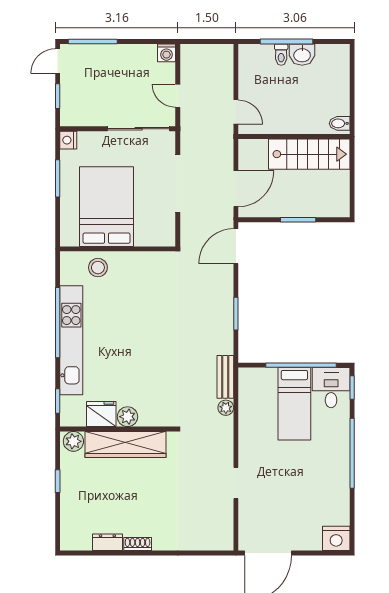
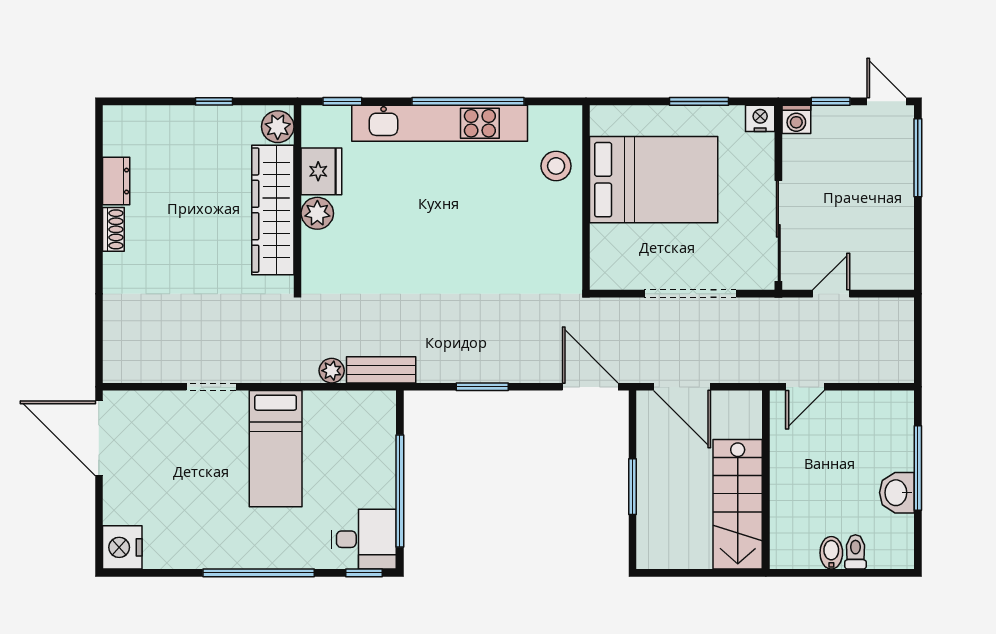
washing machine: (166, 53) -> (796, 119), moved, turned -90
toilet: (281, 55) -> (855, 552), moved, turned 90
bidet: (340, 123) -> (831, 553), moved
bed: (294, 404) -> (276, 449), moved, turned -90

